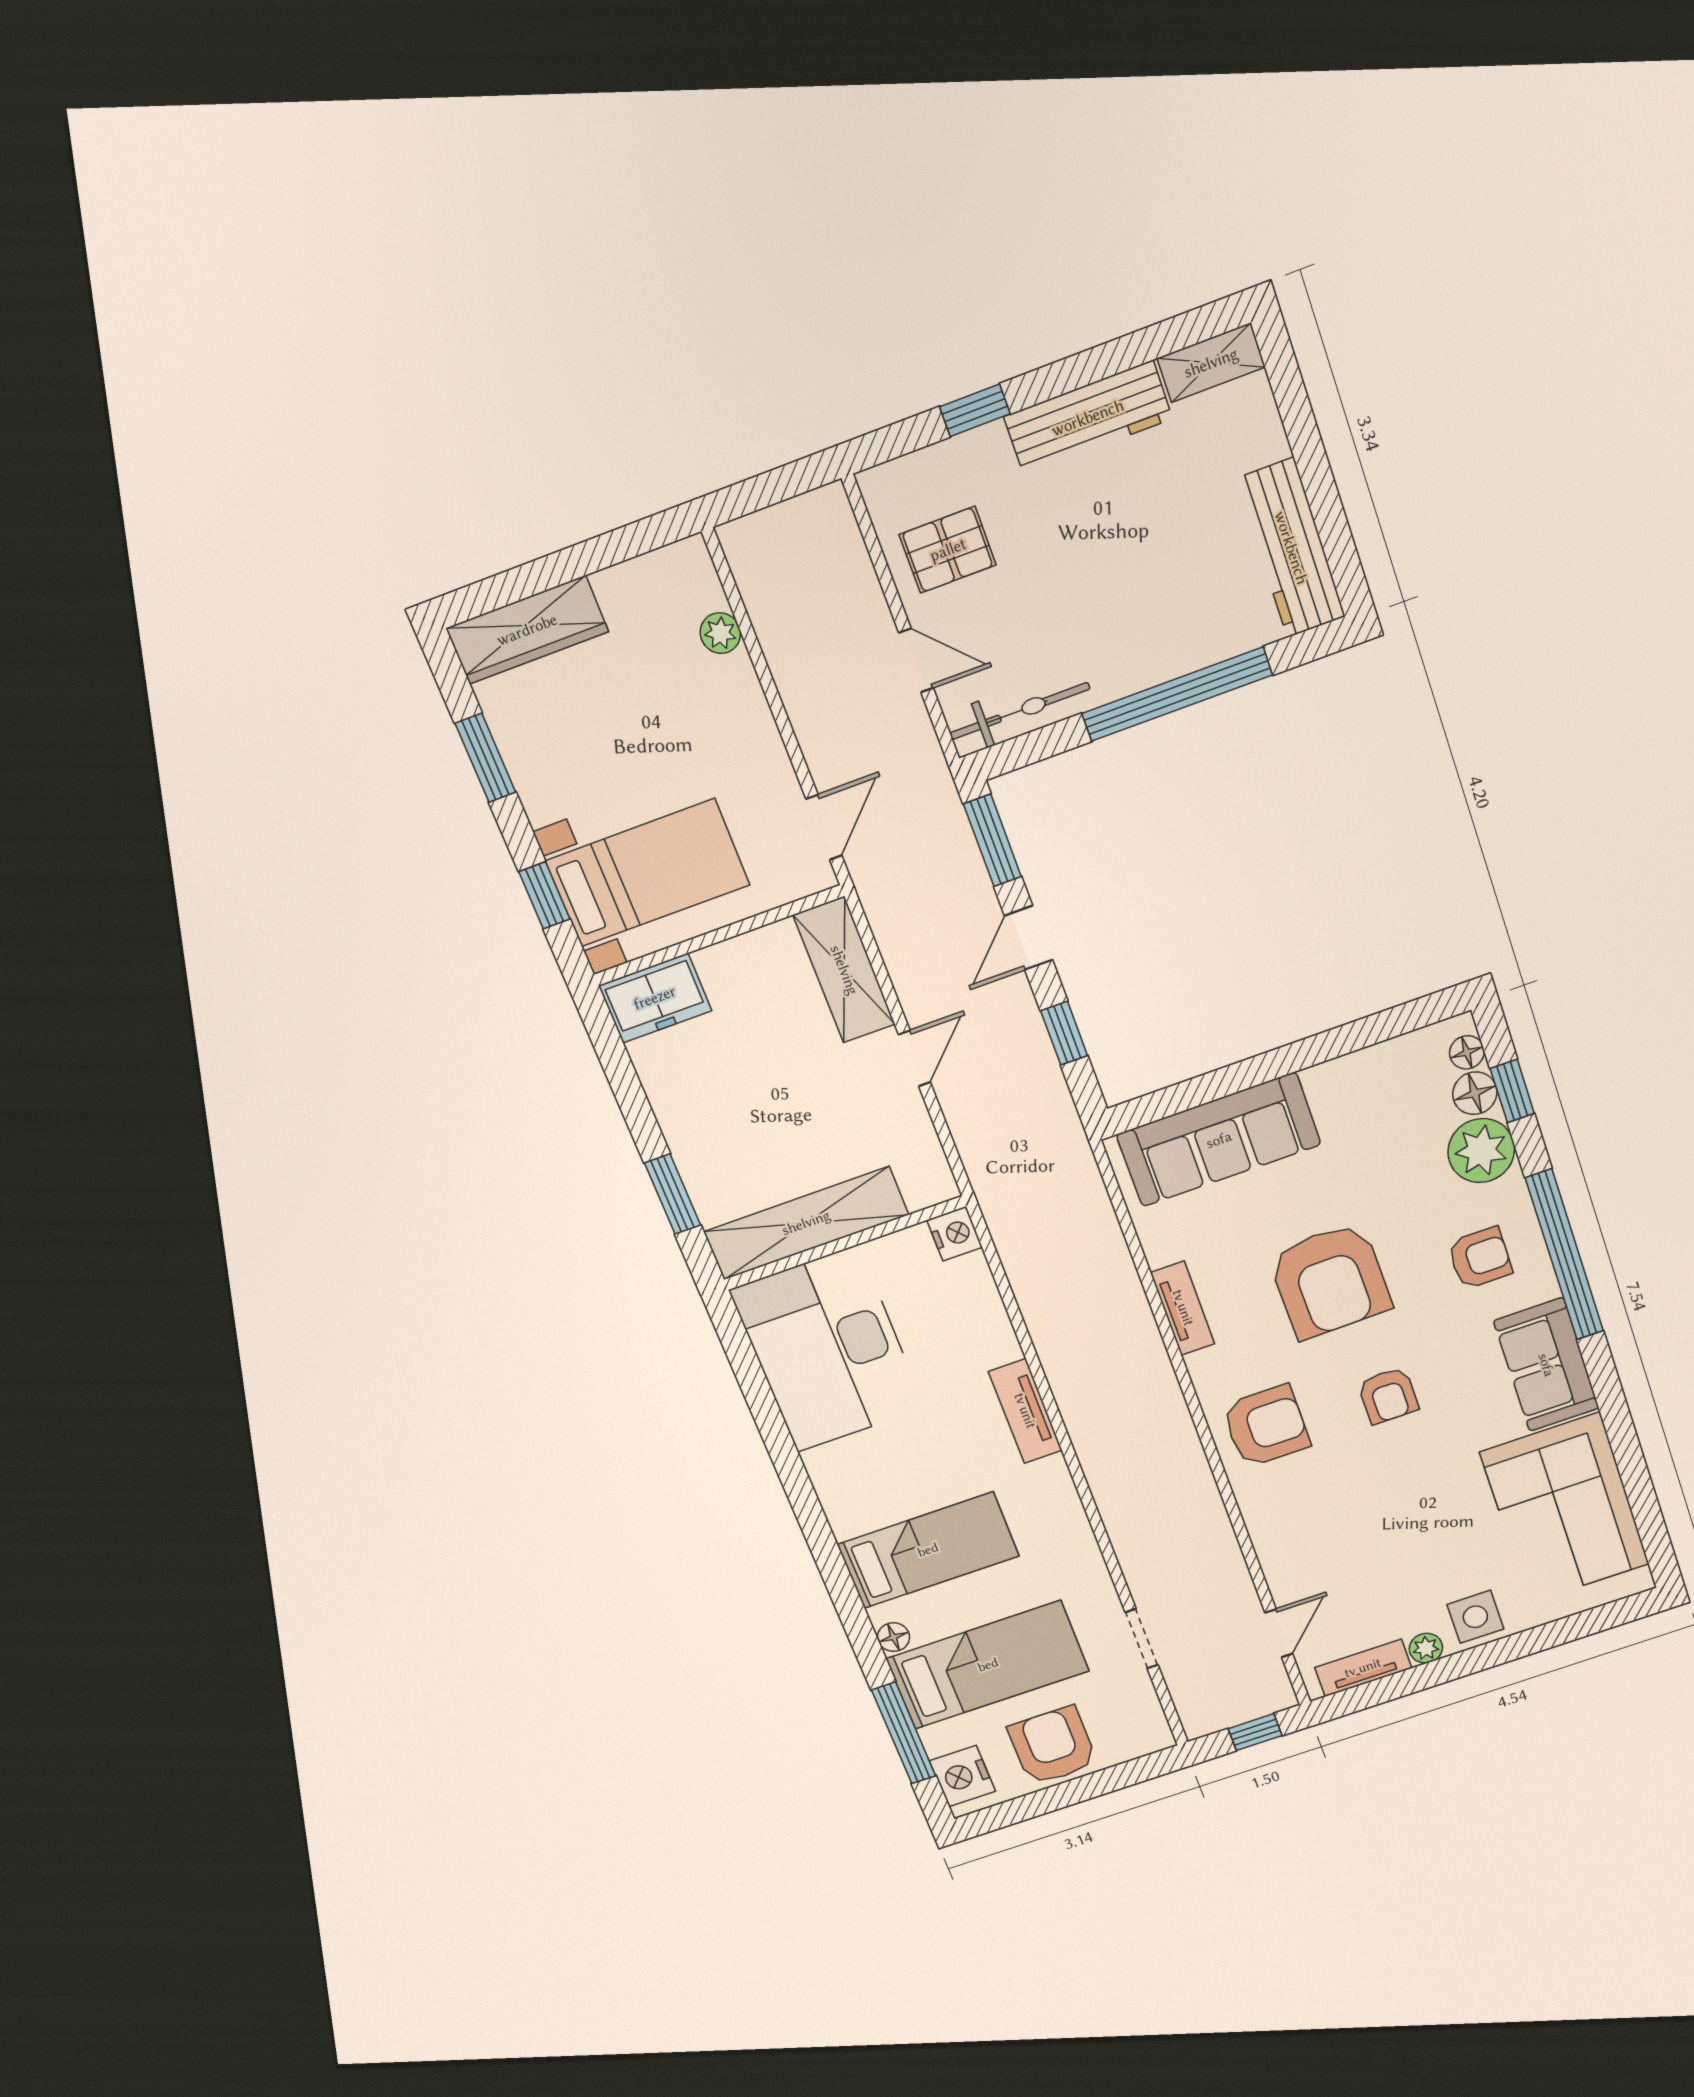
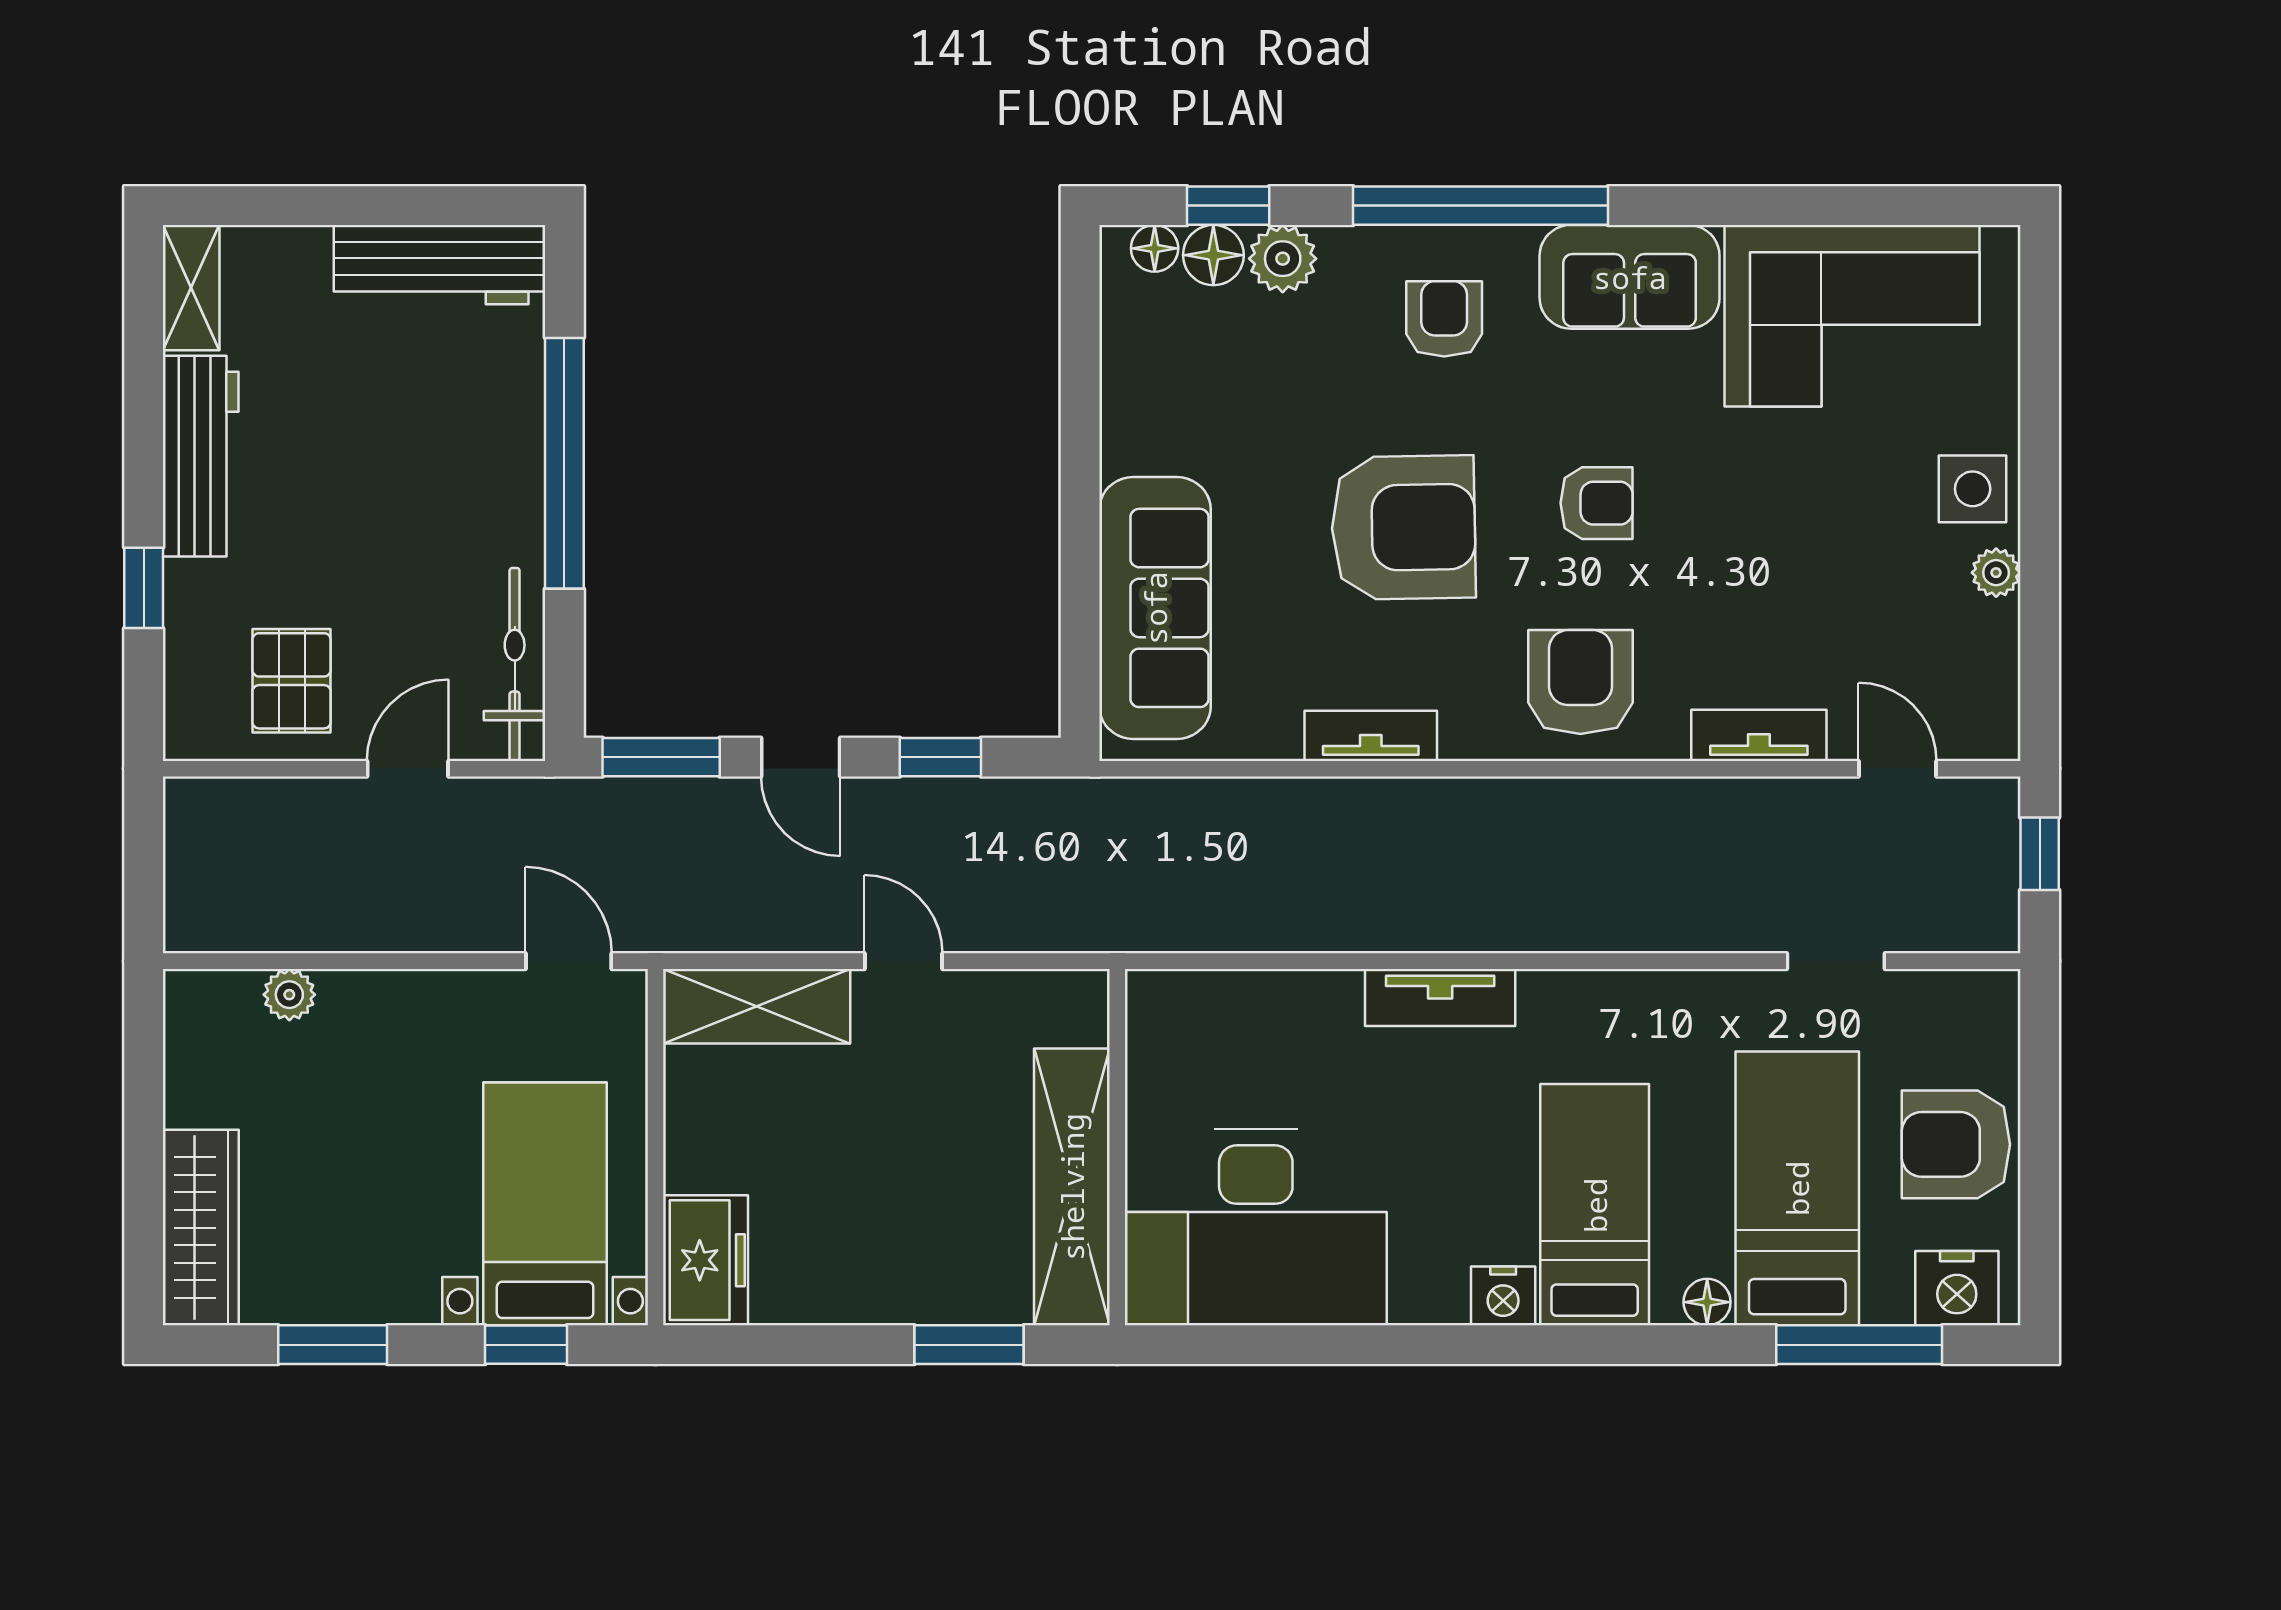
plant: (1481, 1151) -> (1283, 259), width x0.73, depth x0.73
nightstand: (955, 1234) -> (1503, 1296), moved, turned 180
tv unit: (1363, 1668) -> (1759, 735), moved, turned 90

